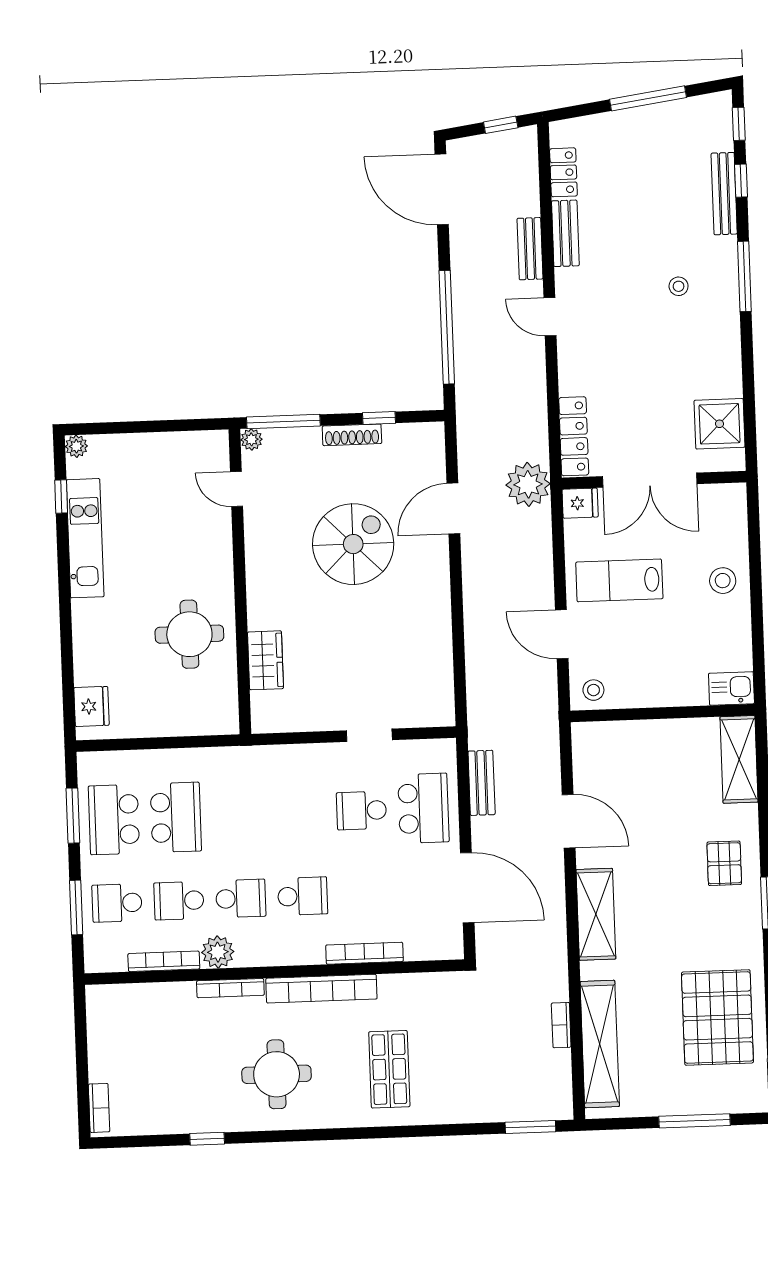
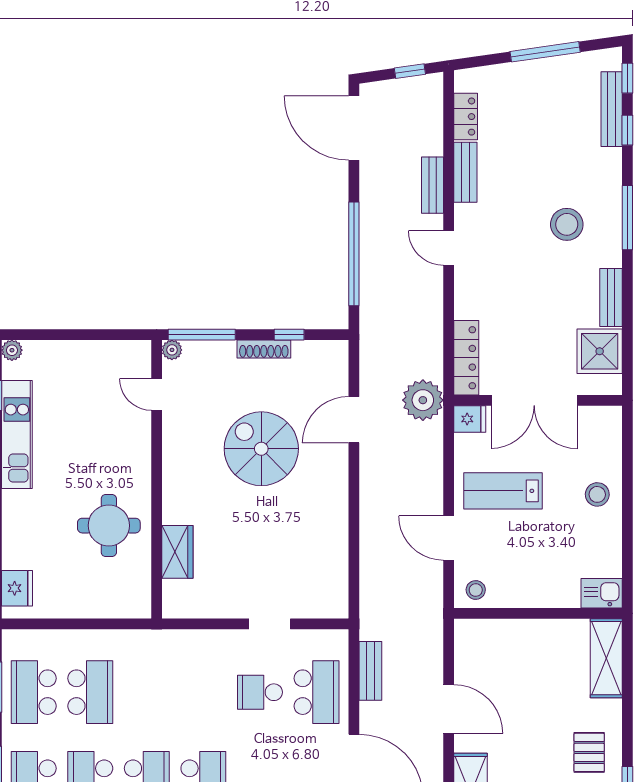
bench: (724, 194) -> (612, 109), moved
stool: (679, 286) -> (567, 224), width x1.89, depth x1.89
bench: (730, 365) -> (611, 298), added
spiral stairs: (353, 544) -> (261, 449), turned -90

